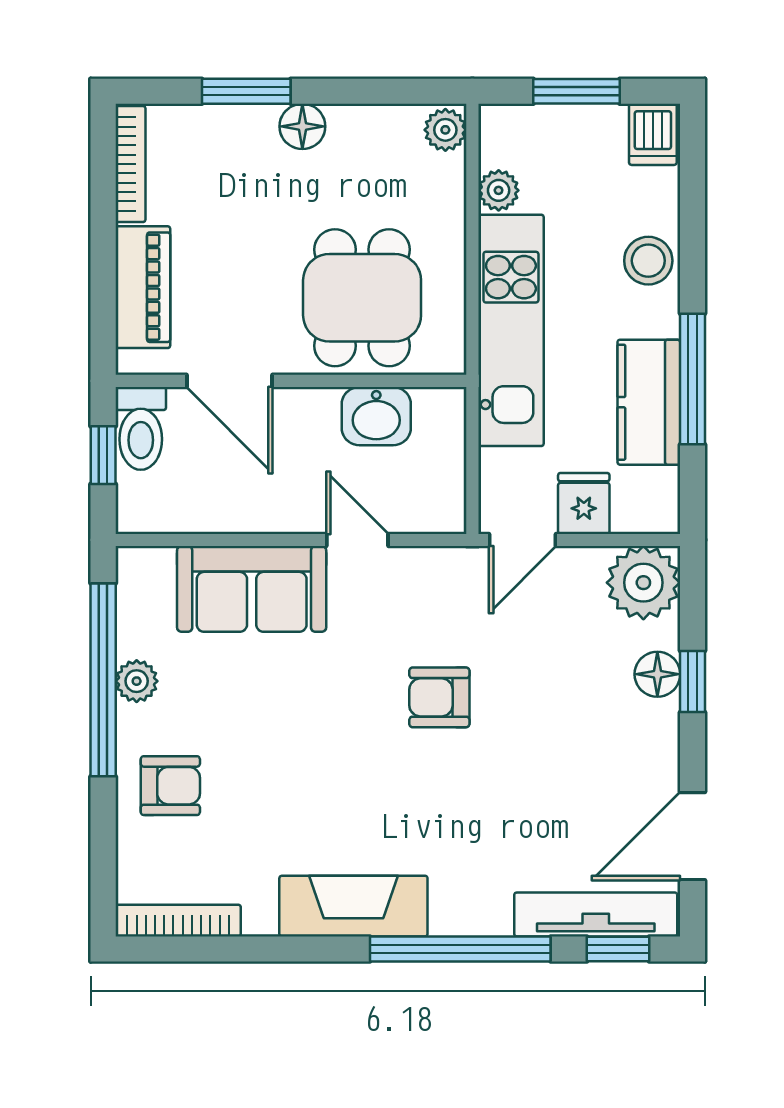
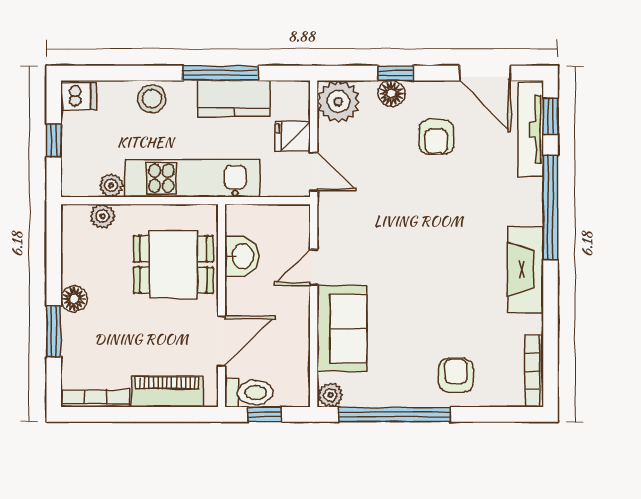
window: (576, 91) -> (54, 140), width x0.67
plant: (445, 130) -> (102, 216), moved
plant: (137, 681) -> (330, 395), moved
armchair: (439, 697) -> (436, 137), moved

